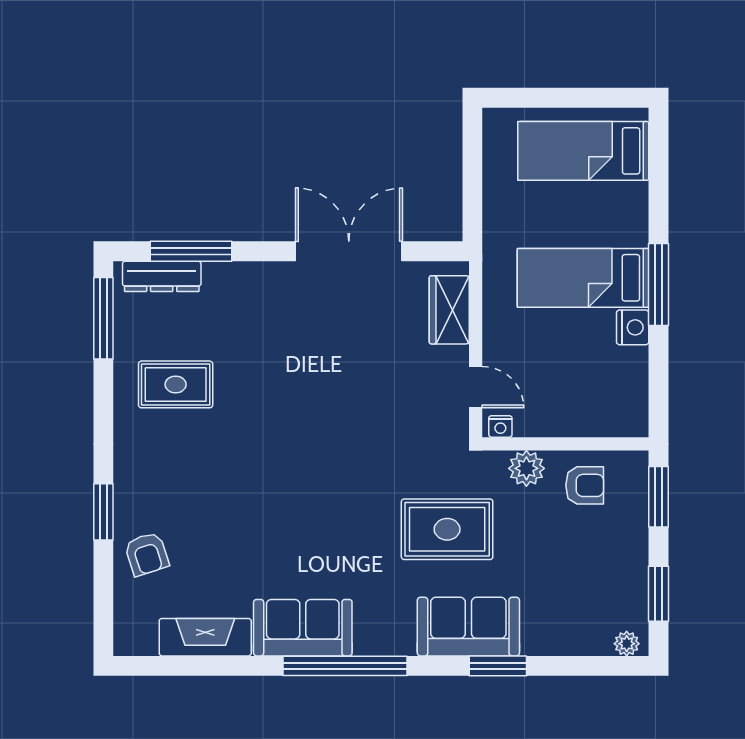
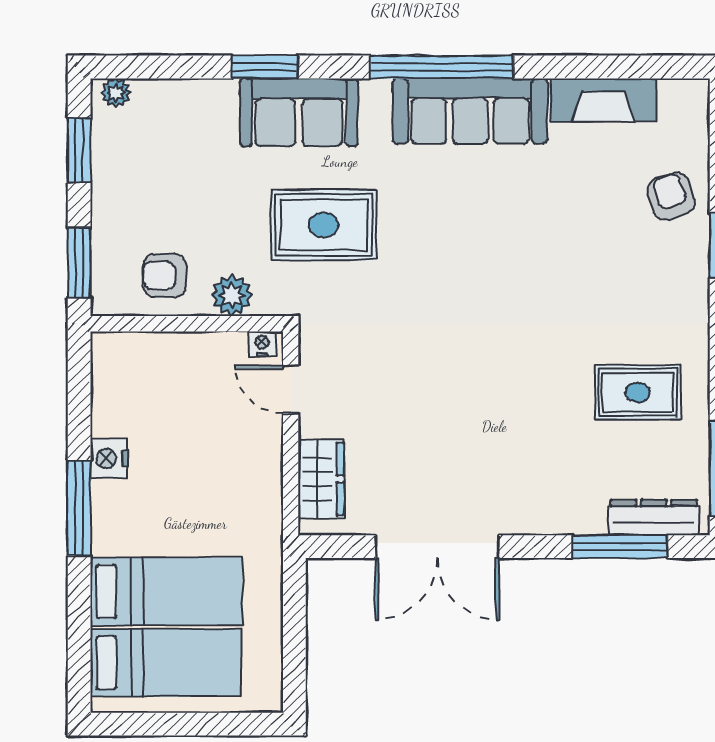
bed: (583, 278) -> (166, 591), moved
sofa: (303, 628) -> (470, 111), width x1.36

